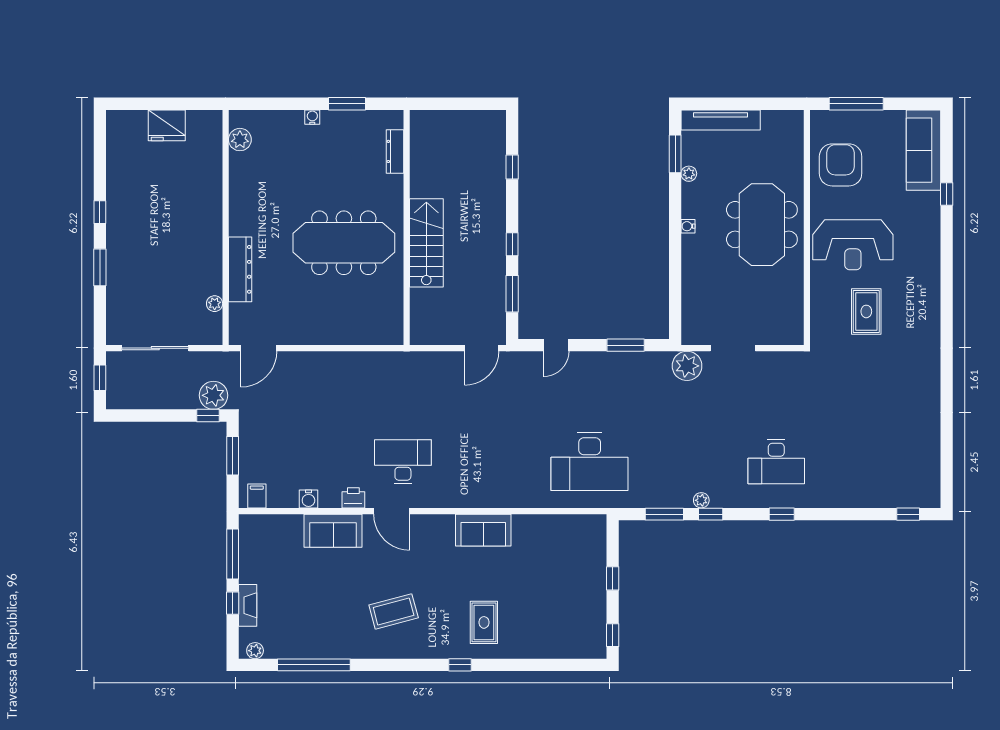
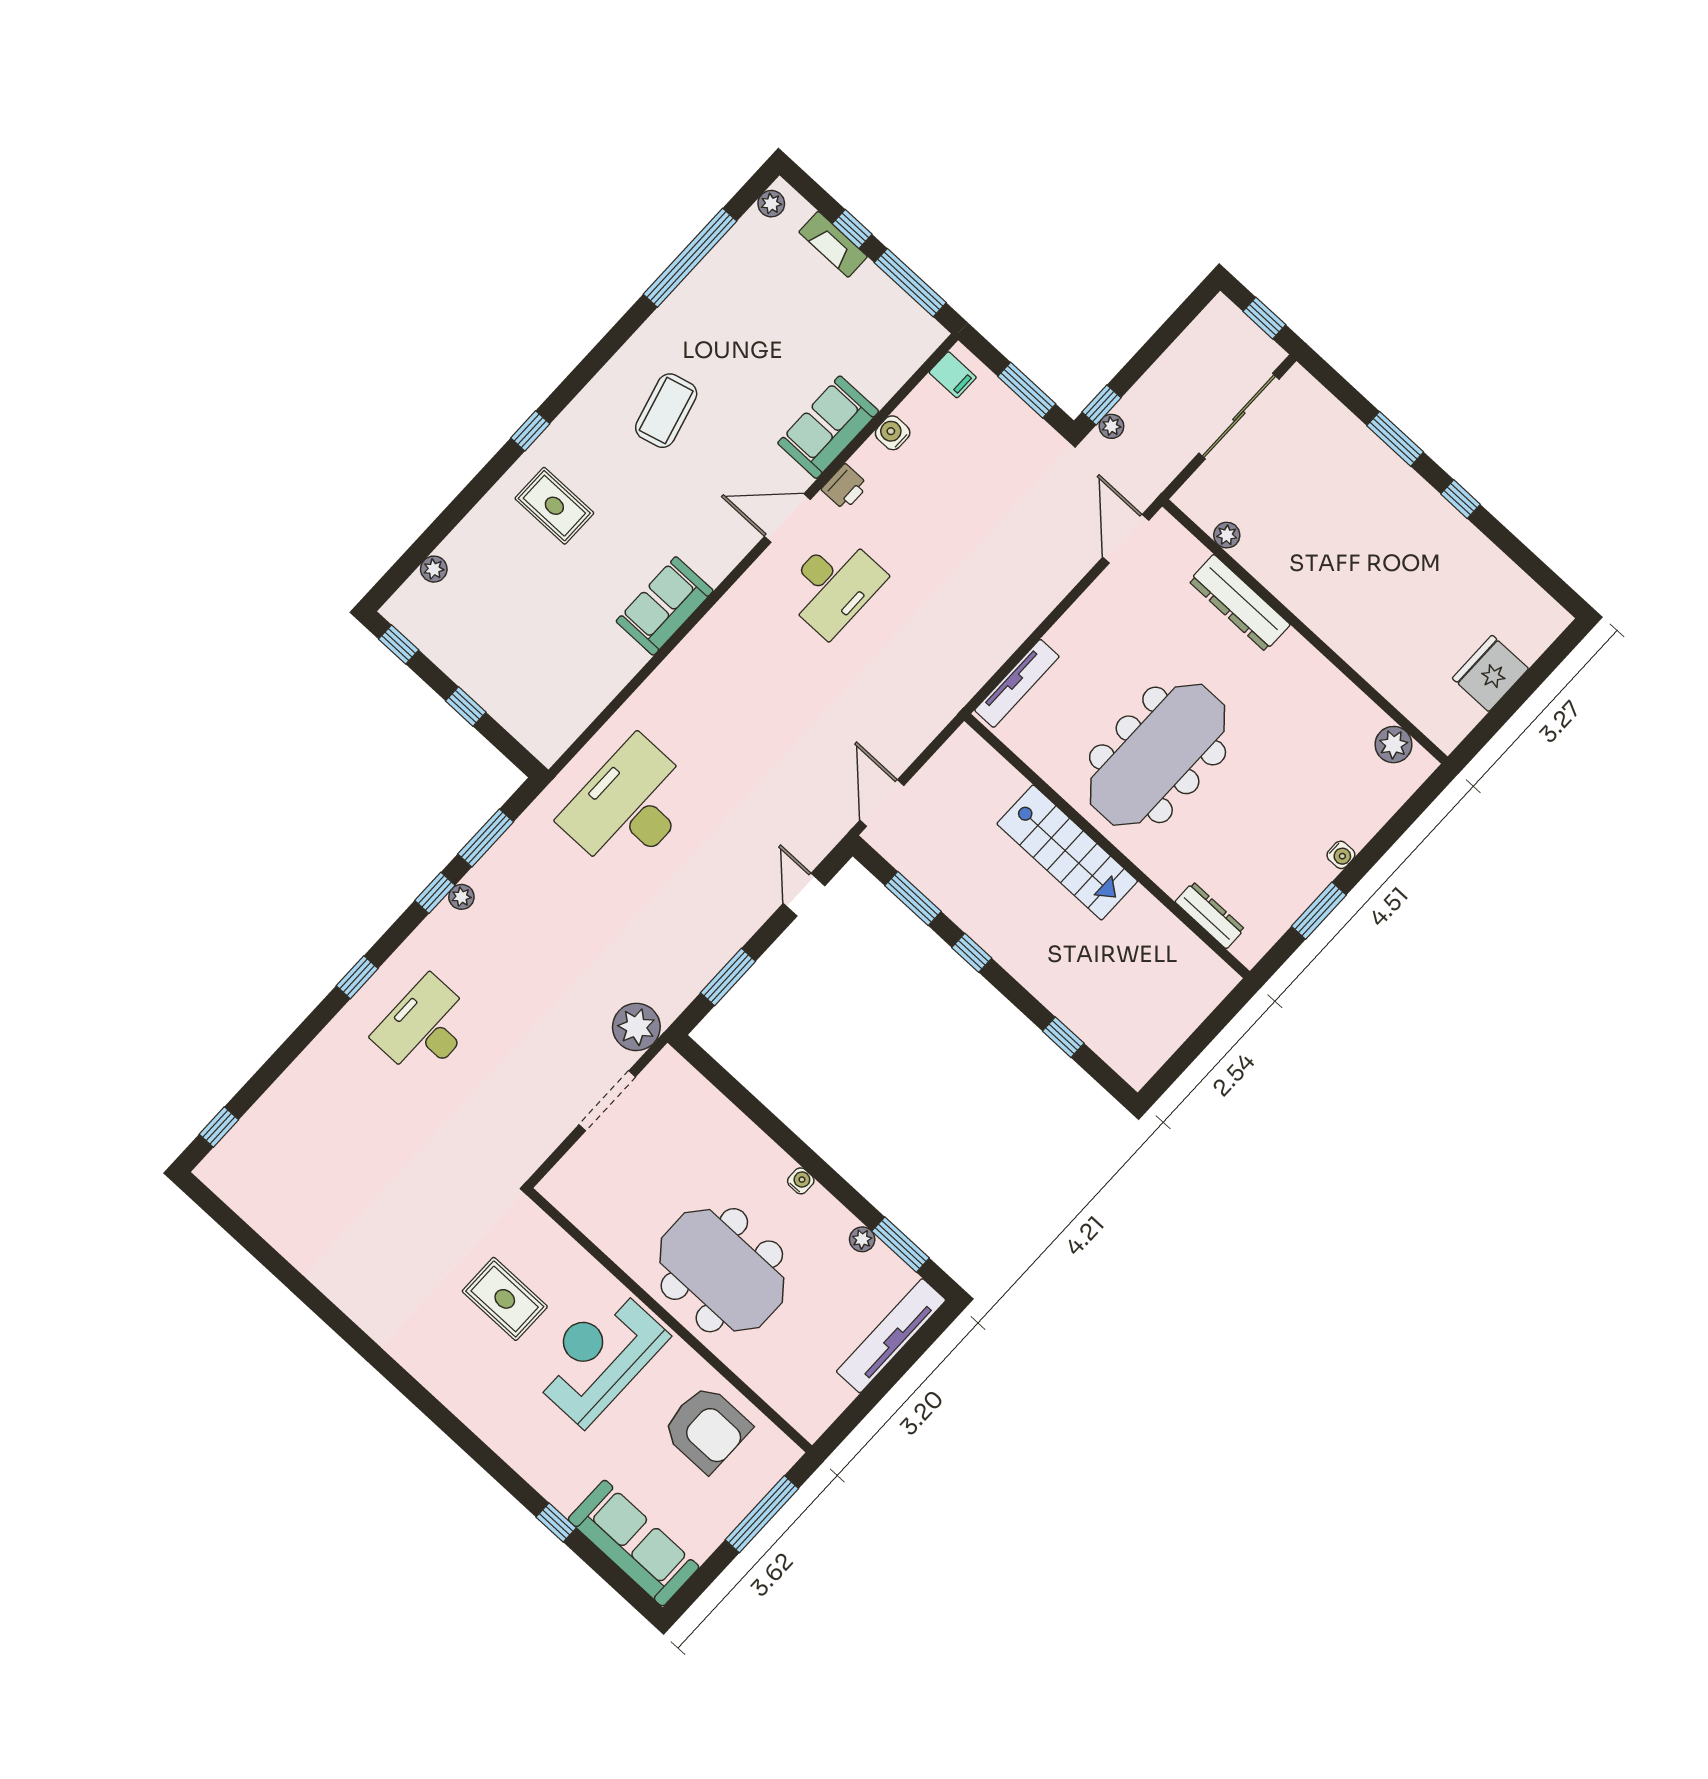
tv unit: (370, 337) -> (1017, 683), added
plant: (214, 395) -> (1111, 426), width x0.53, depth x0.53
plant: (564, 651) -> (434, 569), added

